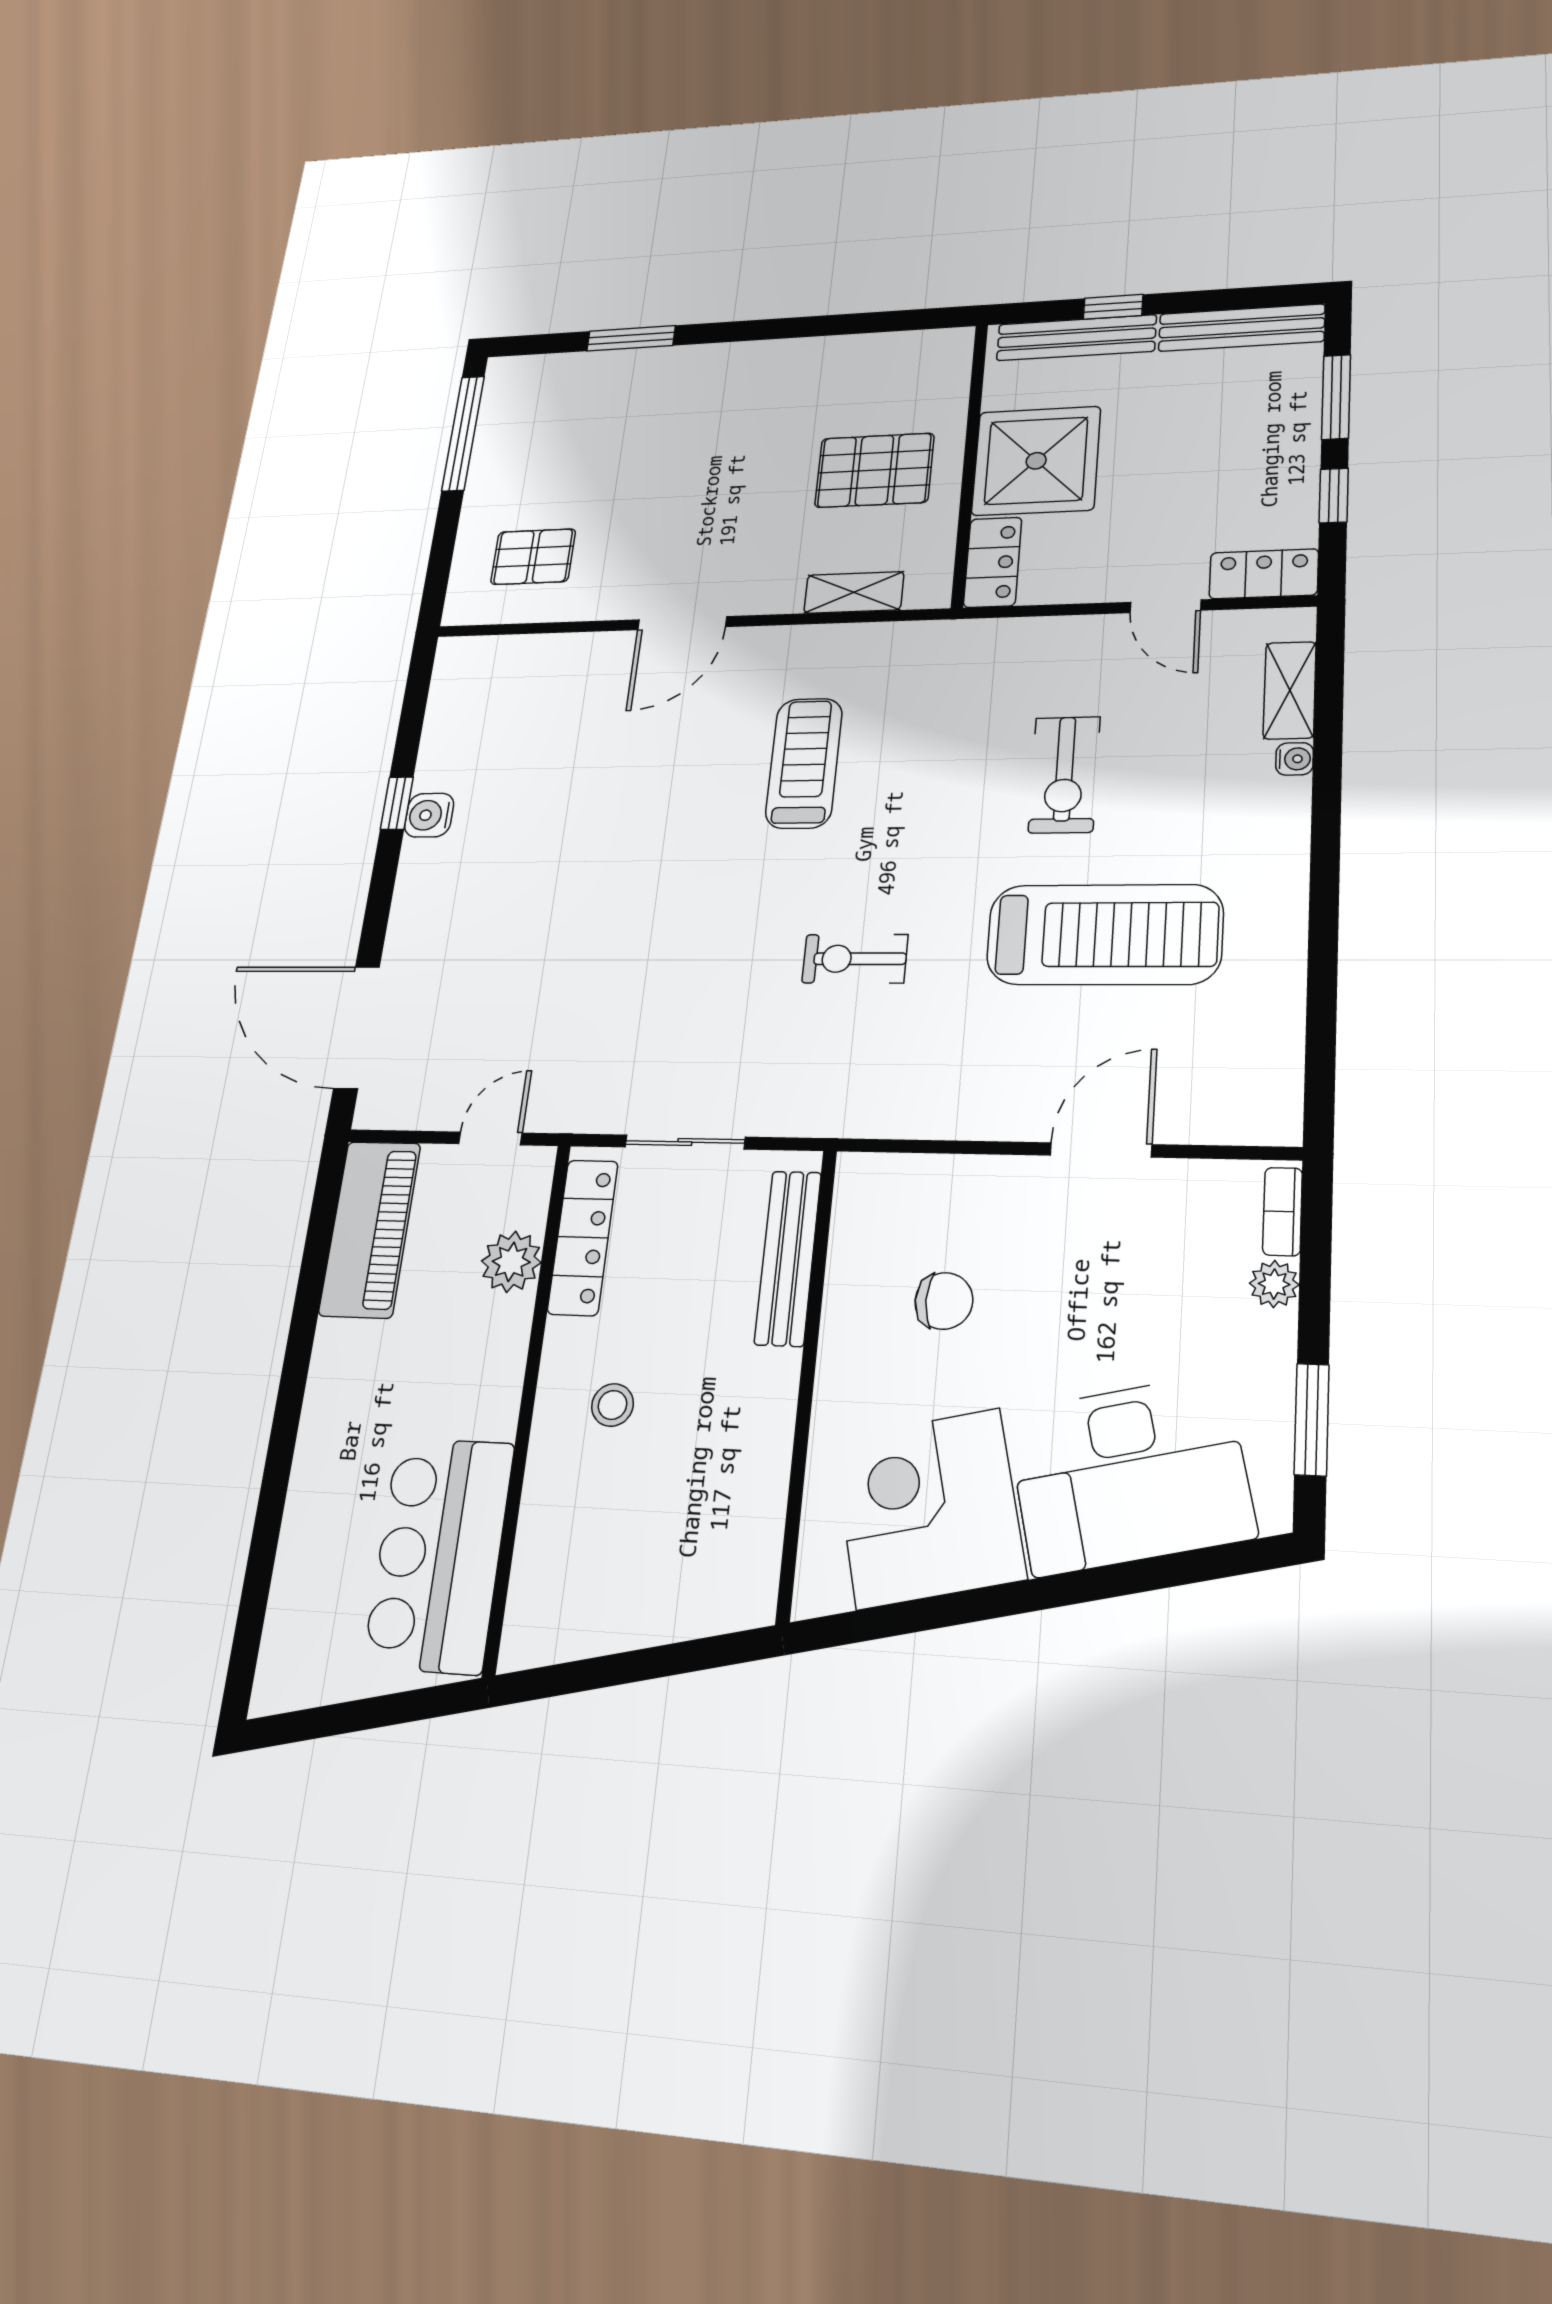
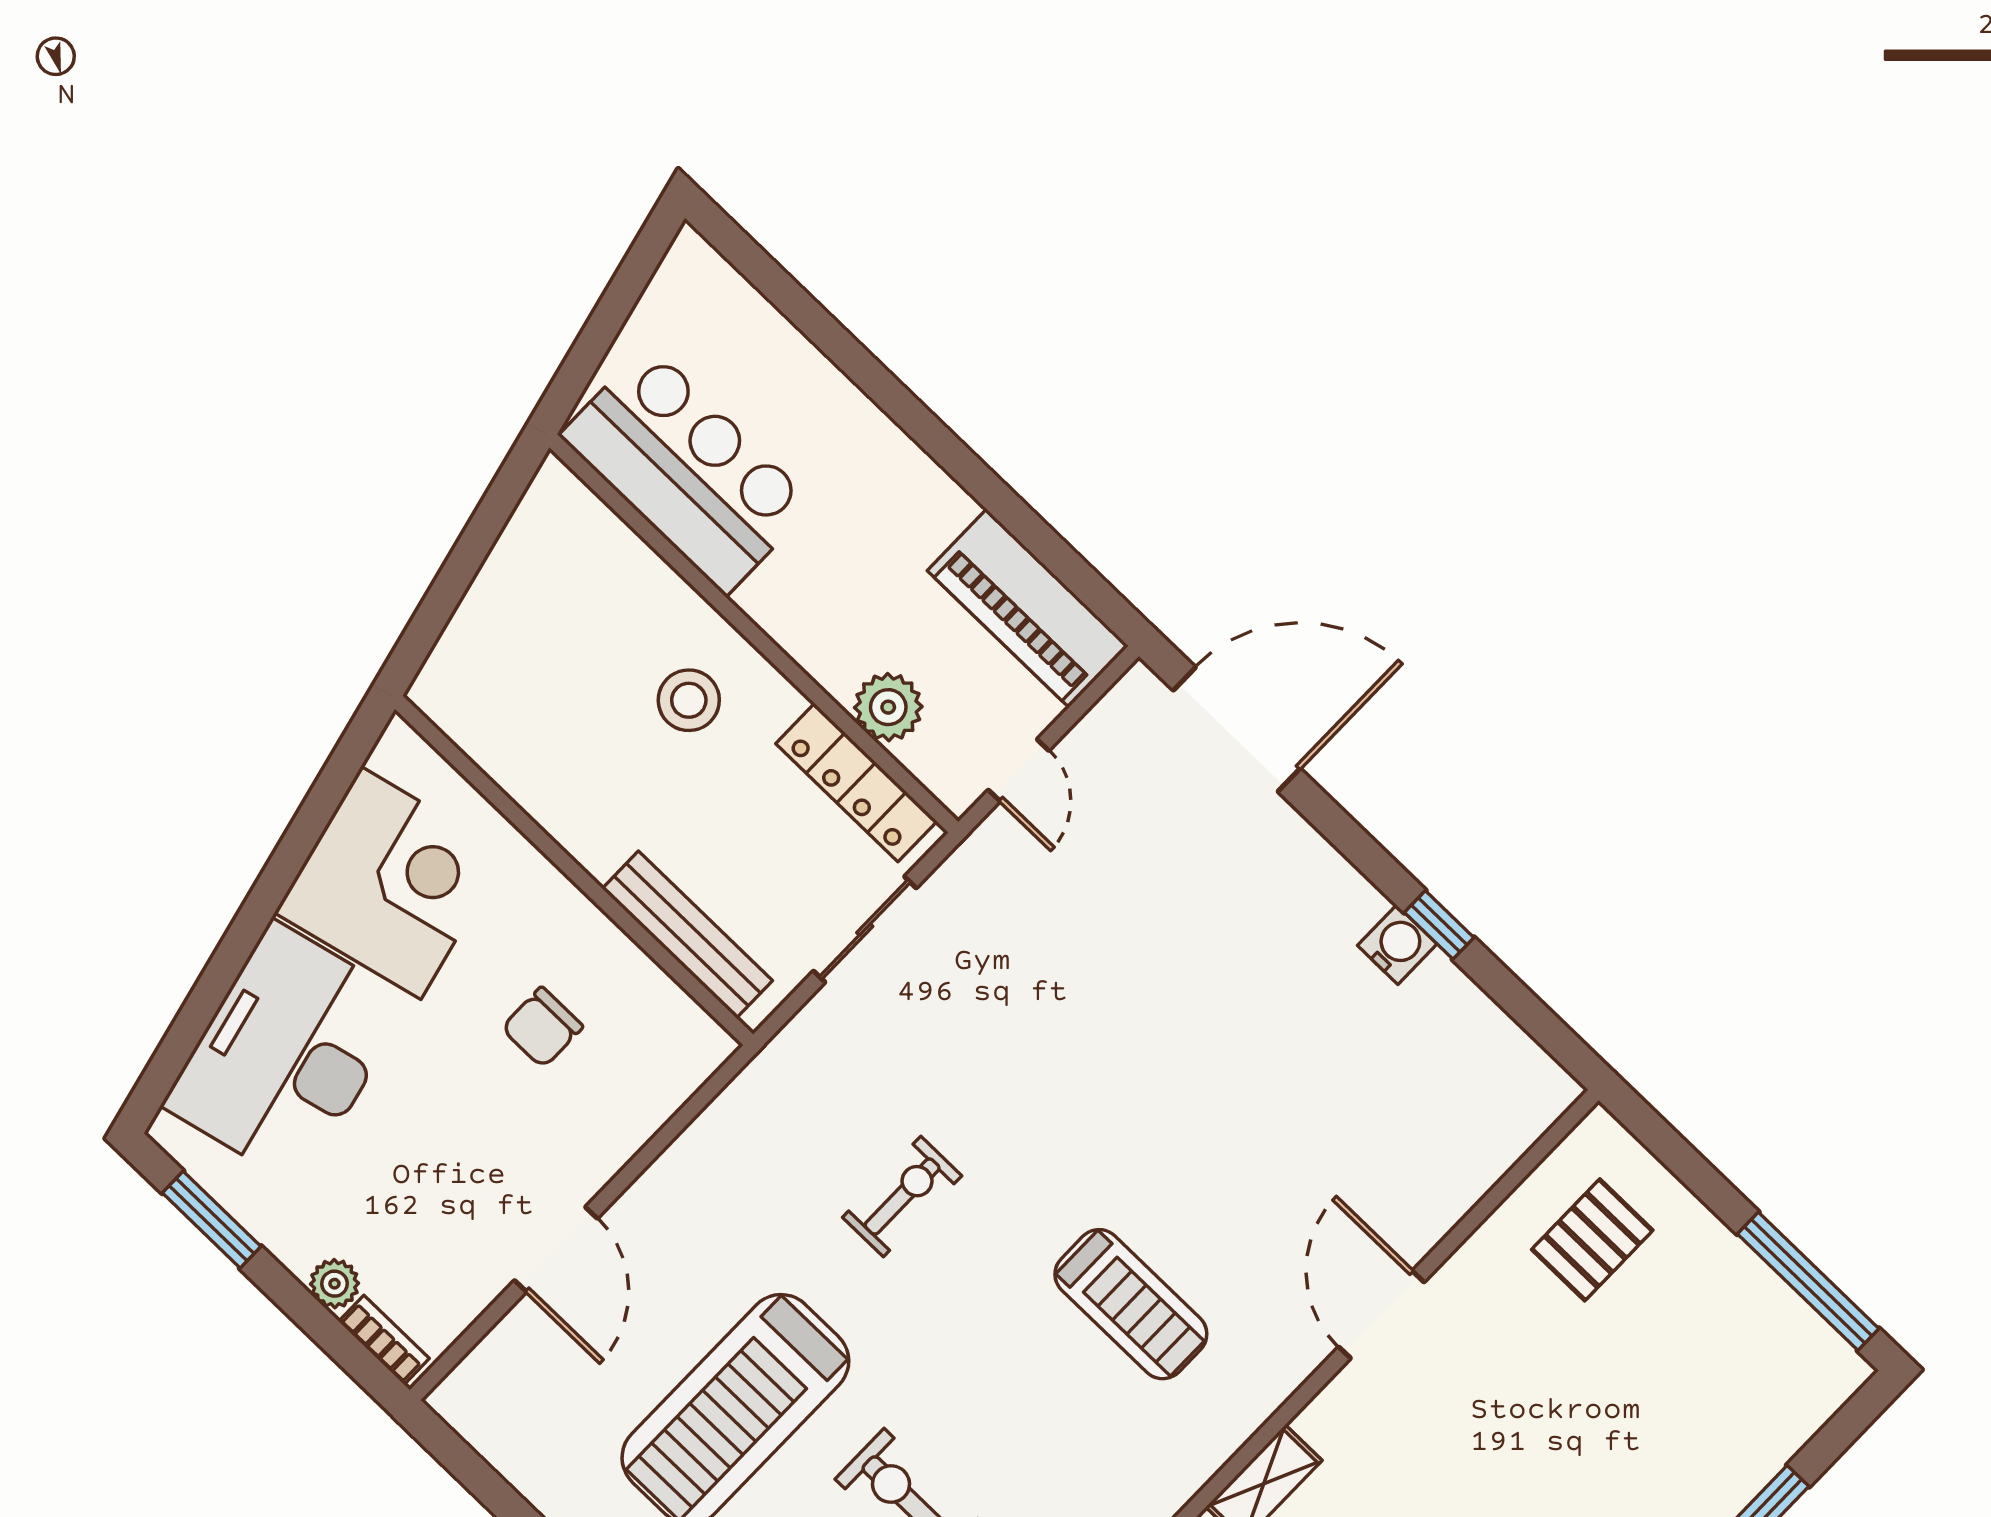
stool: (612, 1405) -> (689, 700), width x1.37, depth x1.37

